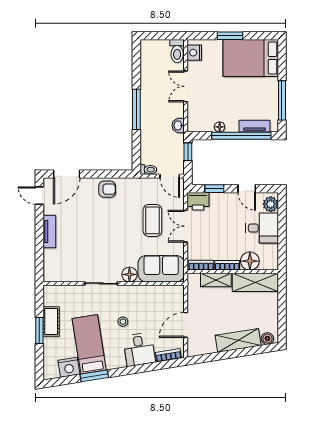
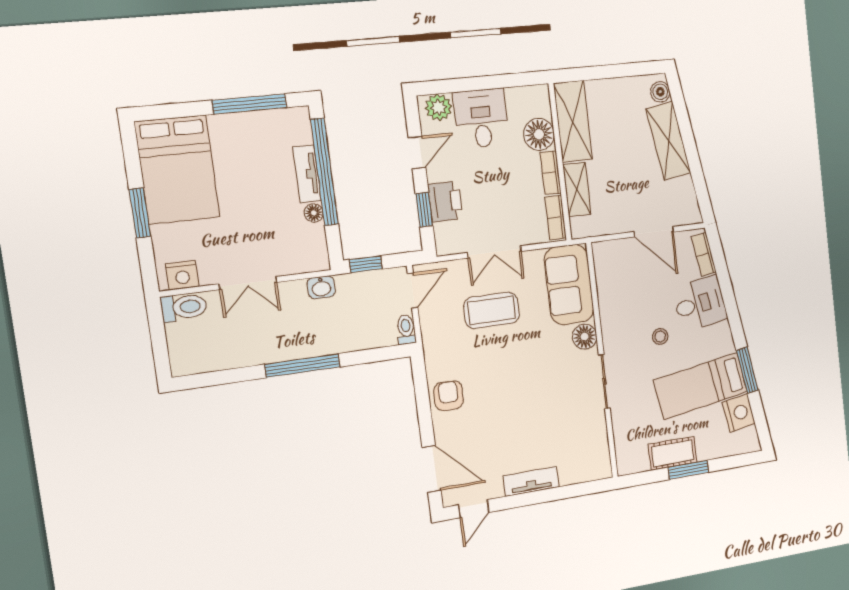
tv unit: (254, 126) -> (307, 174), moved
printer: (198, 201) -> (445, 201), moved

